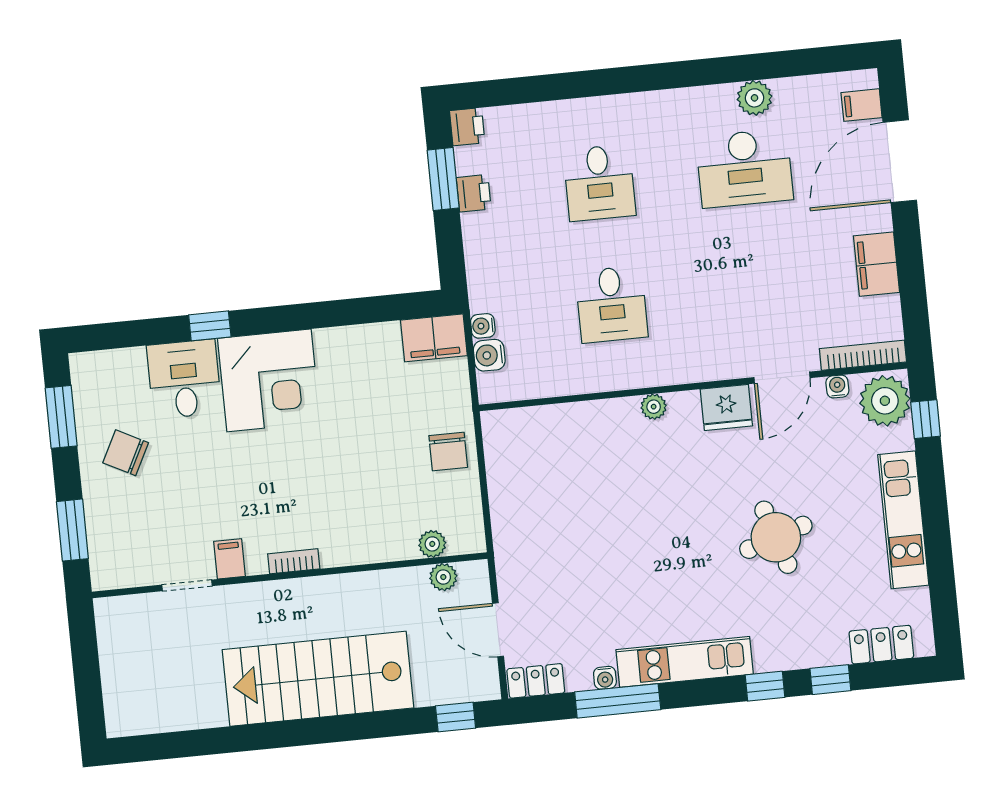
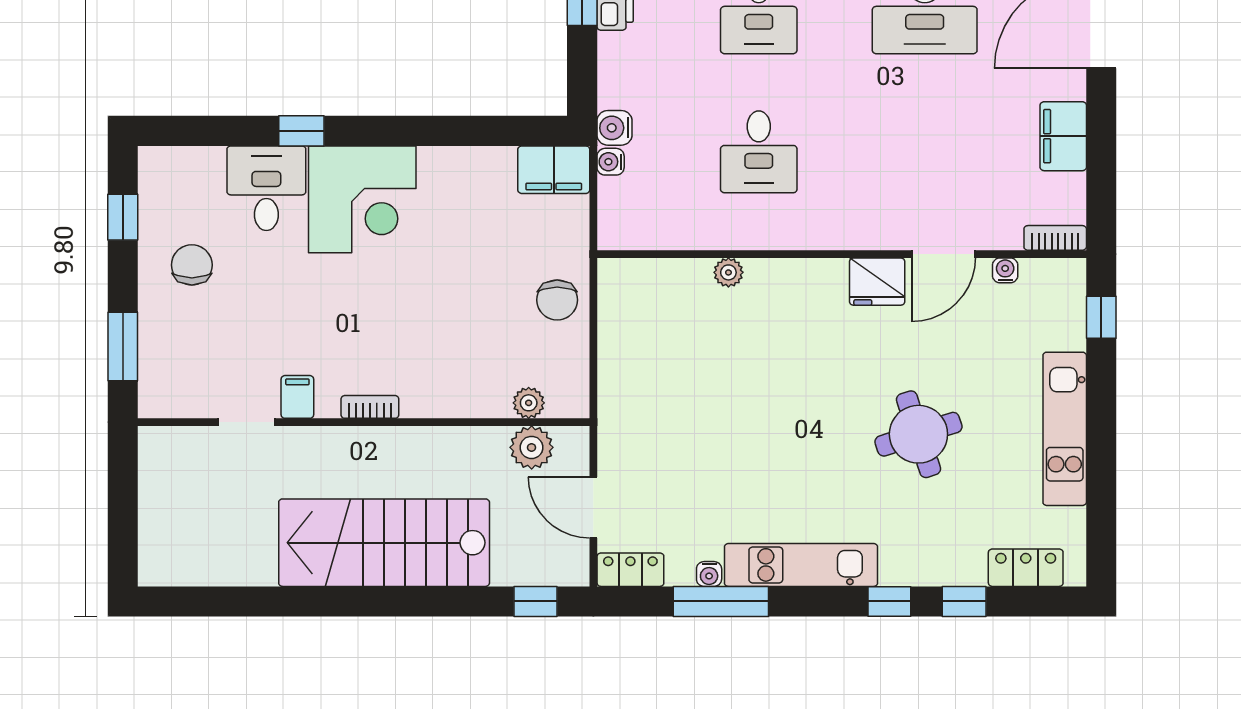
water cooler: (489, 355) -> (615, 128), moved
bookcase: (863, 355) -> (1055, 238), width x0.64
plant: (885, 401) -> (1057, 292), removed
plant: (654, 407) -> (728, 272), moved
window: (61, 417) -> (123, 217), width x0.67
chair: (126, 453) -> (192, 265), turned 63
plant: (443, 577) -> (532, 447), width x1.38, depth x1.38

